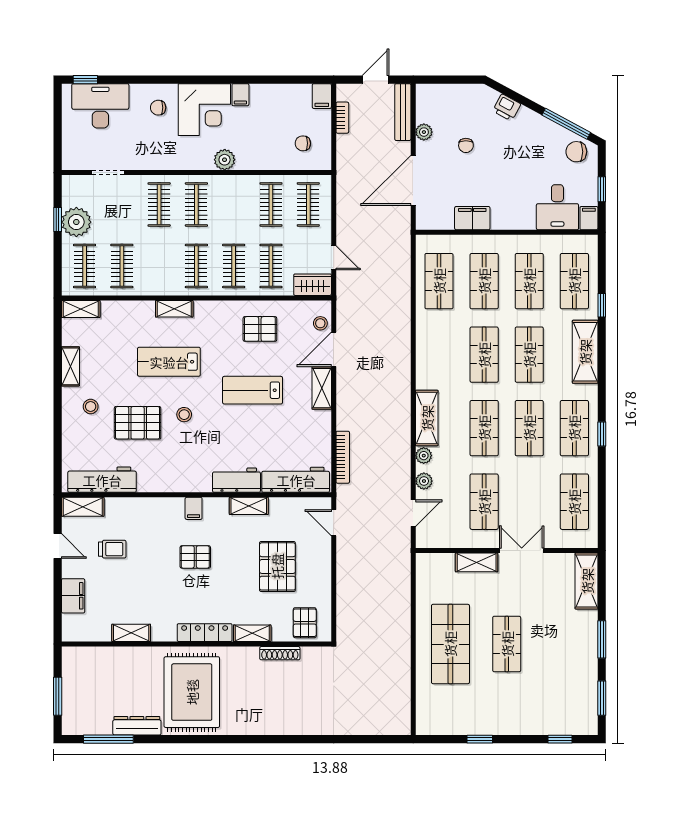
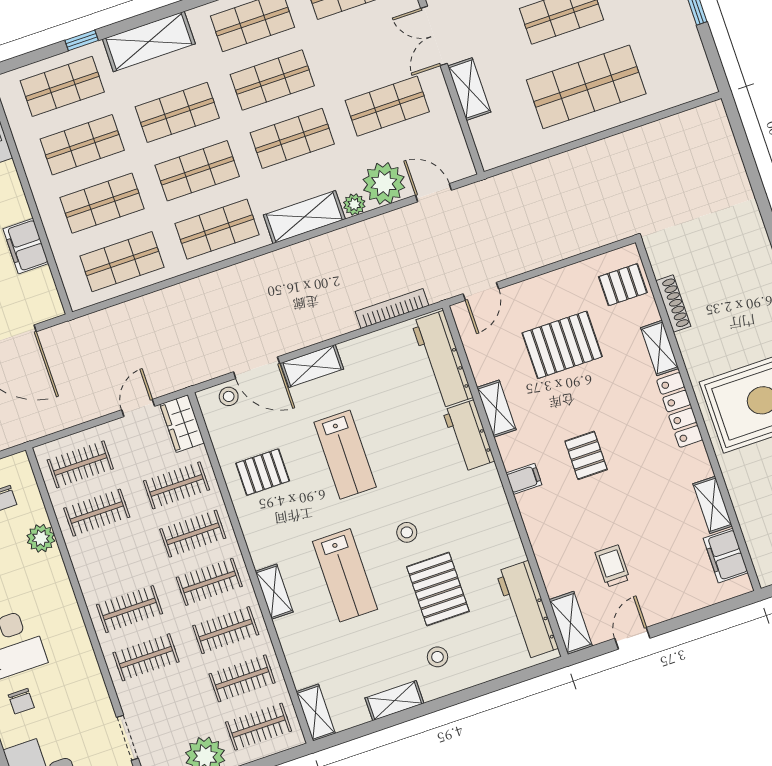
plant: (225, 160) -> (41, 538), moved
clothes rail: (159, 266) -> (226, 630), added
pallet: (260, 329) -> (263, 472), turned 90
shop shelf: (439, 355) -> (217, 229), added
plant: (424, 481) -> (384, 183), width x1.87, depth x1.87
filing cabinet: (73, 596) -> (726, 556), moved, turned -90

